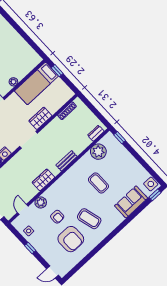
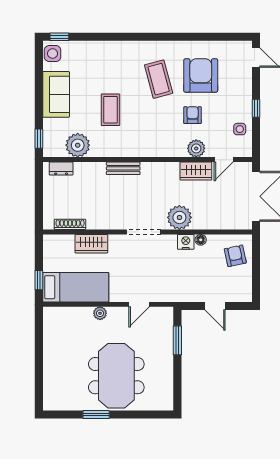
wardrobe: (40, 118) -> (91, 244), moved
plant: (18, 162) -> (179, 217), added
wardrobe: (43, 180) -> (196, 171), moved
sofa: (131, 202) -> (56, 94), moved, turned -90

